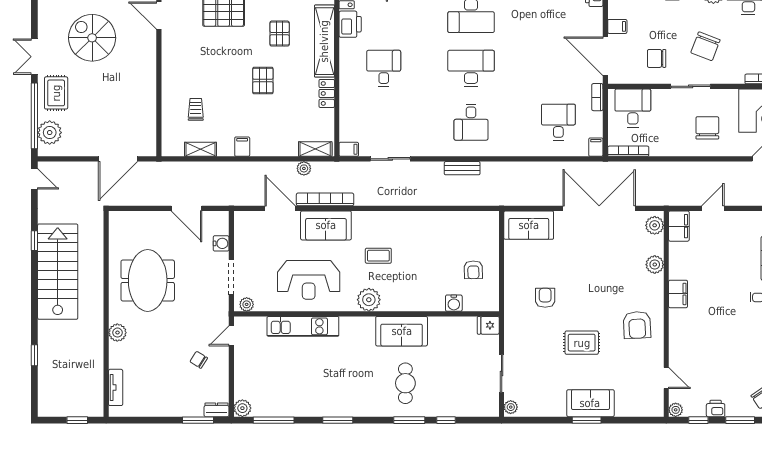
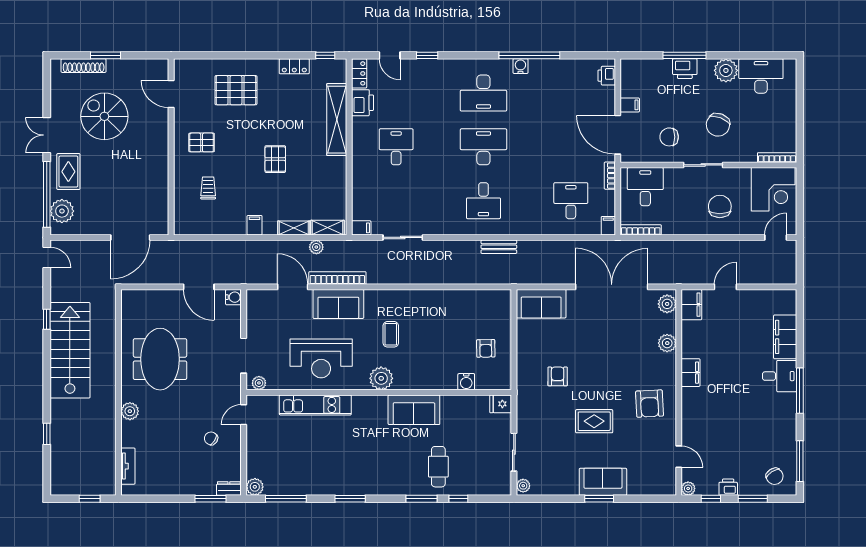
pallet: (280, 34) -> (202, 142), moved, turned 90
locker: (327, 93) -> (339, 172), removed
shelving: (200, 149) -> (294, 228), moved
bench: (462, 168) -> (499, 247), moved
water cooler: (221, 243) -> (233, 297), moved
coffee table: (378, 256) -> (391, 334), turned 90
cafe table: (405, 383) -> (438, 467), moved

